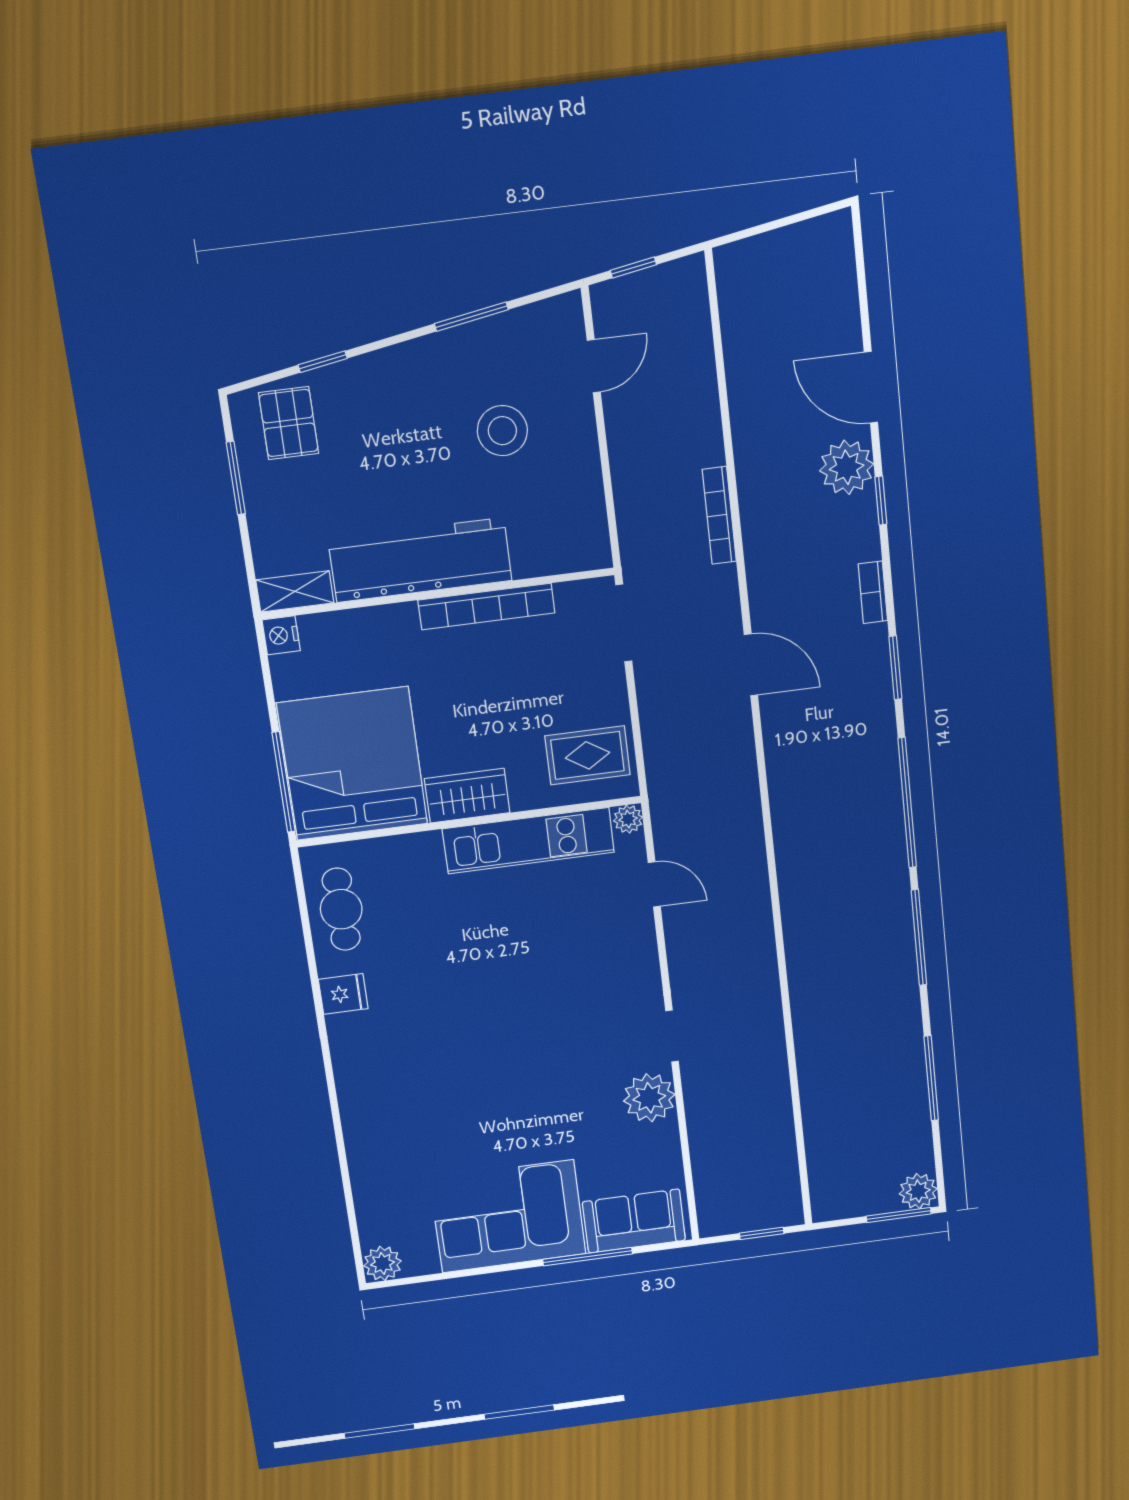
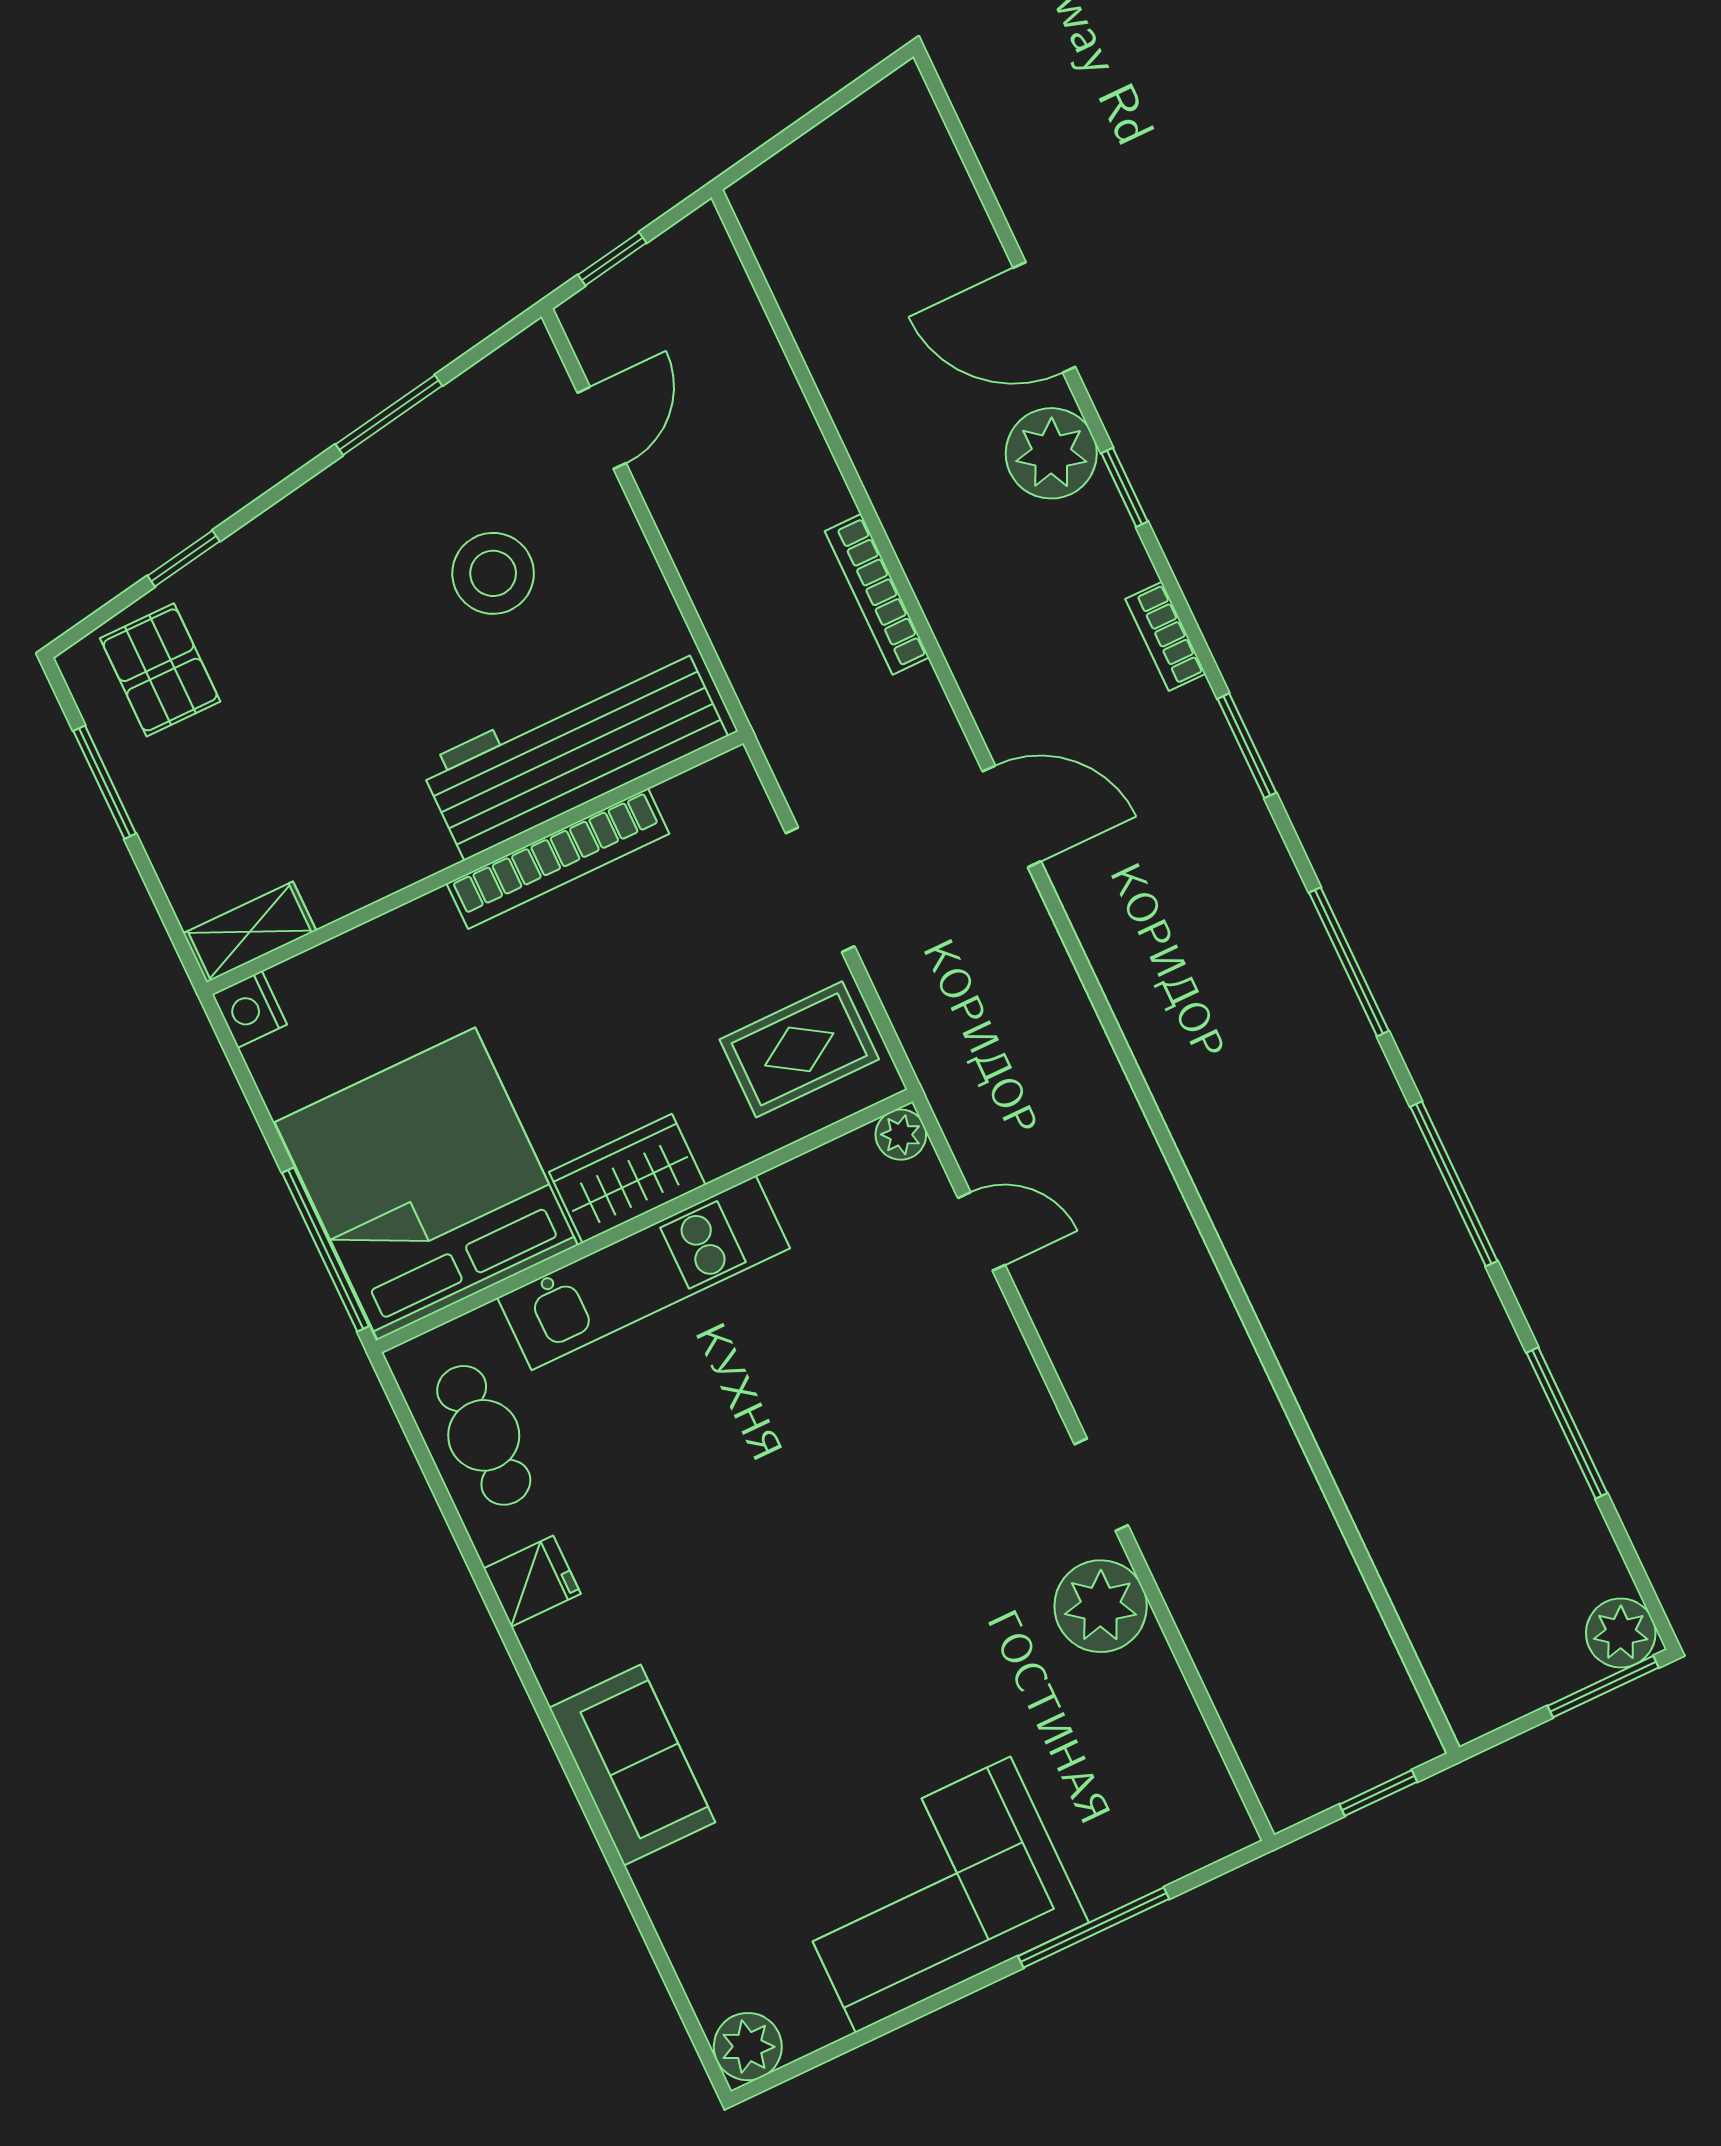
workbench: (420, 560) -> (573, 750), moved
doorway: (624, 623) -> (820, 890), moved
window: (907, 803) -> (1349, 962), width x0.68
kitchen unit: (528, 841) -> (644, 1273), moved
sofa: (634, 1221) -> (632, 1765), moved, turned 90

